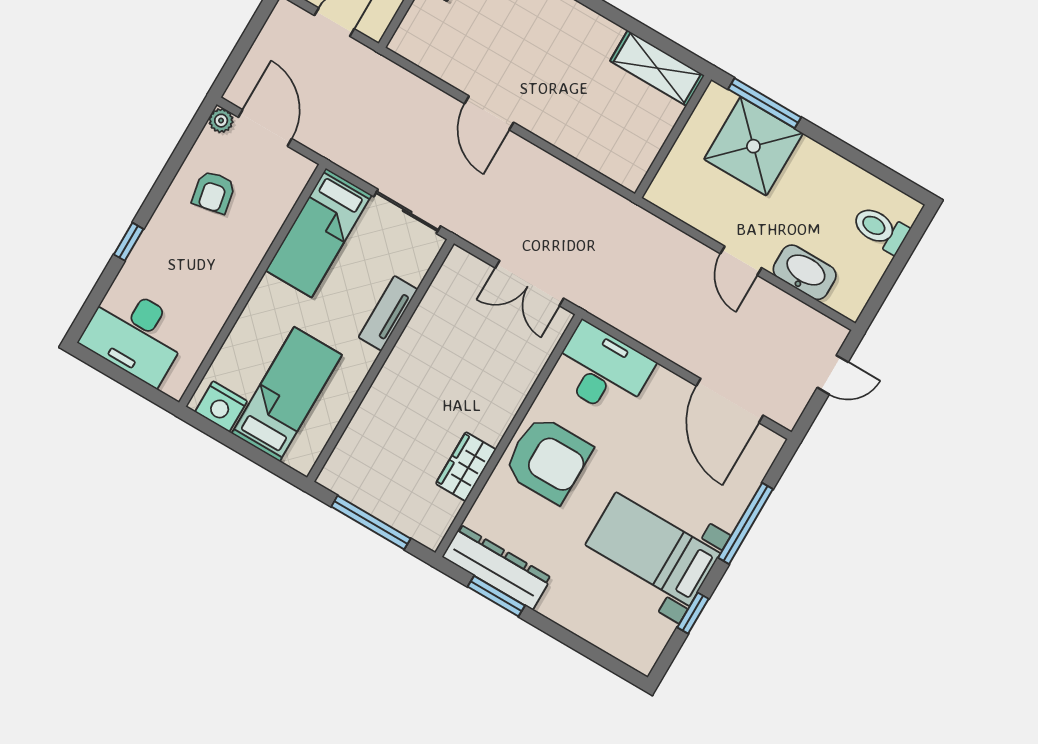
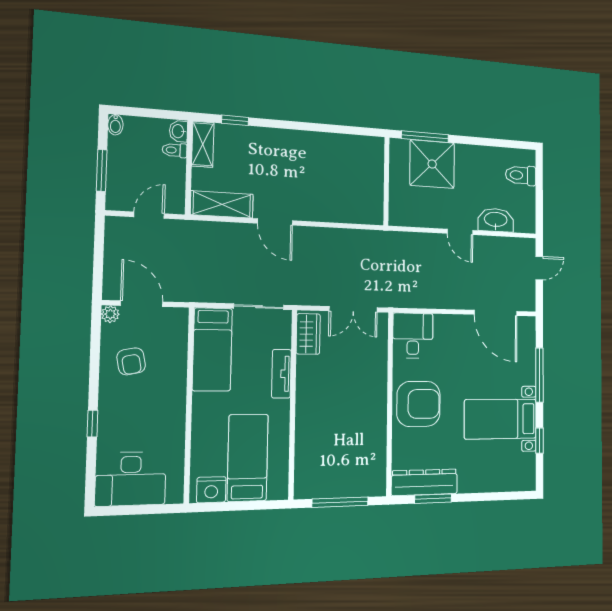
shelving: (657, 68) -> (222, 204), moved
desk: (602, 370) -> (413, 336), width x0.73
wardrobe: (466, 466) -> (308, 334), moved, turned 180

